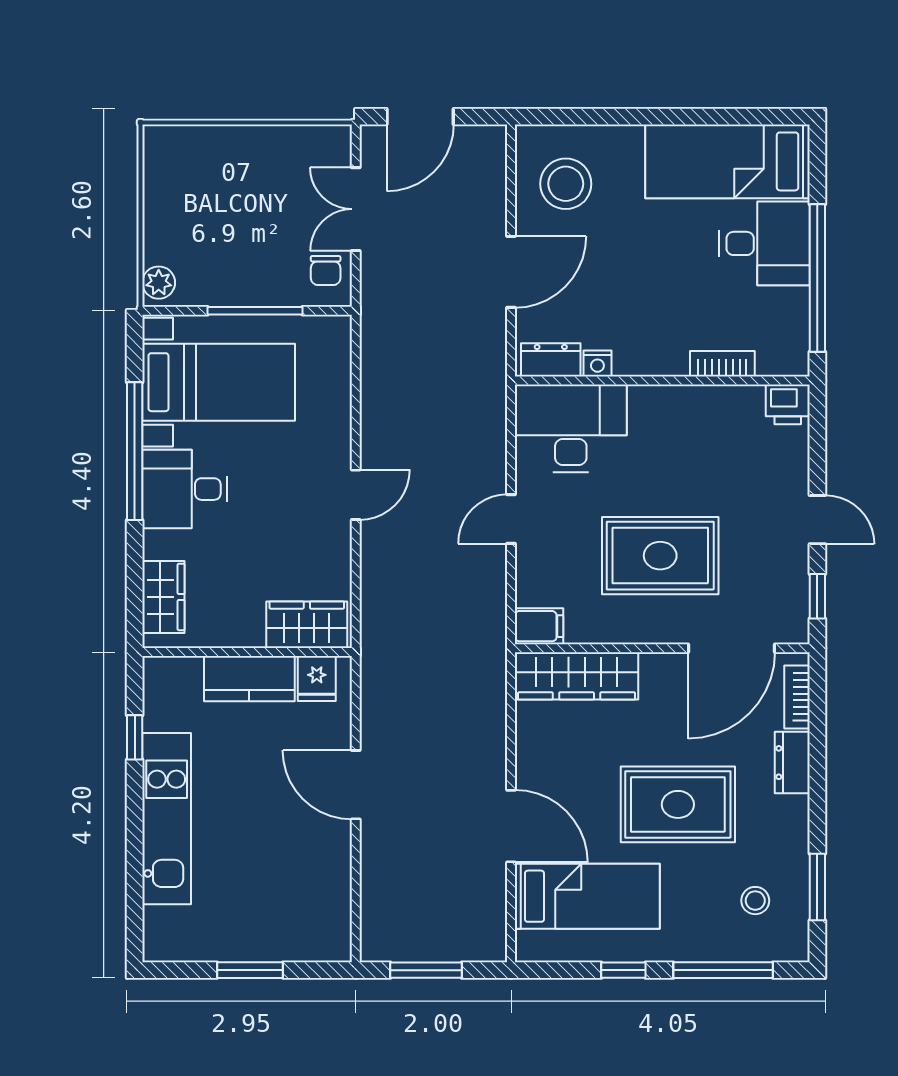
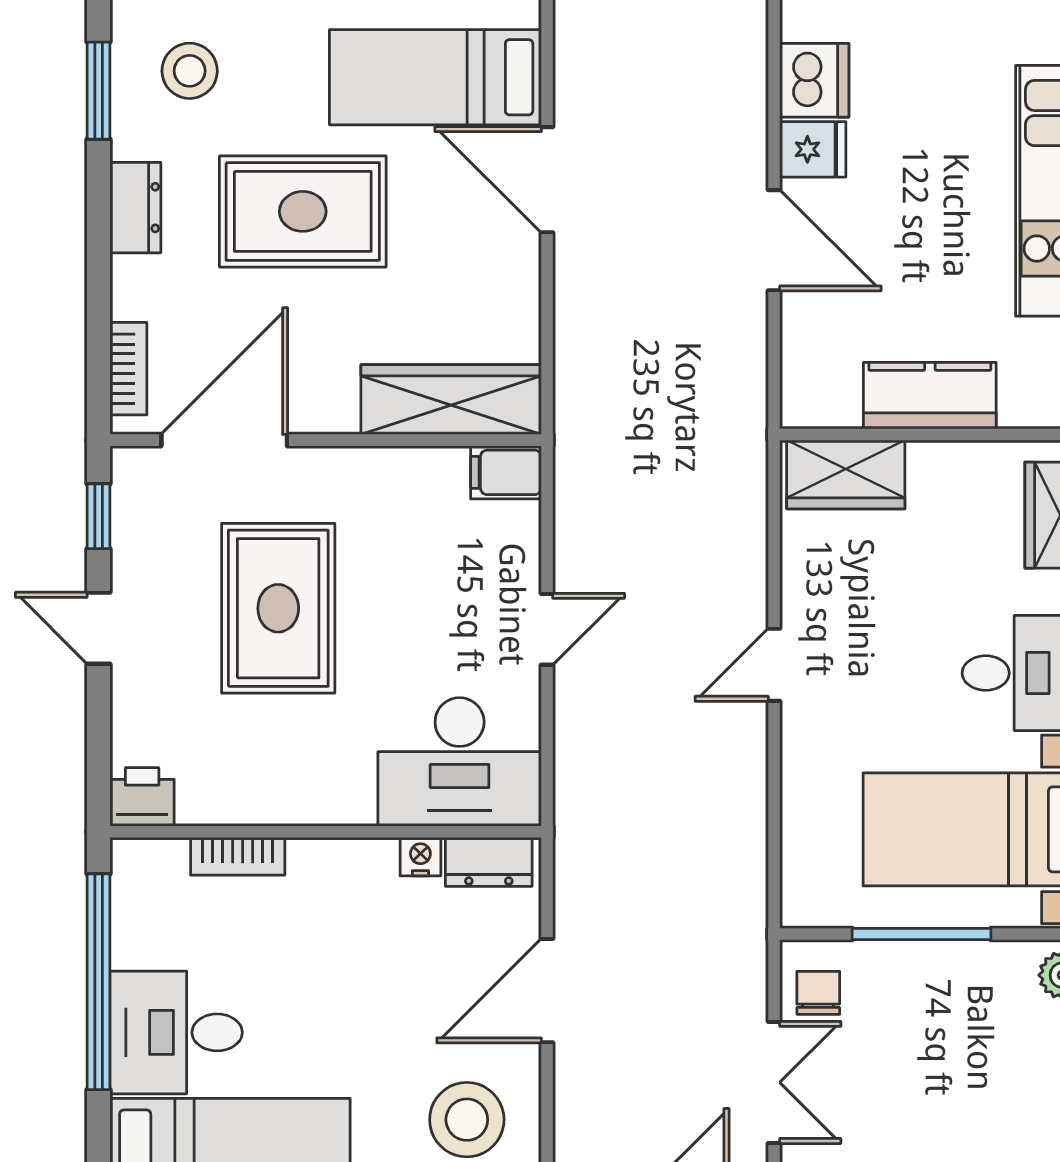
rug: (660, 556) -> (278, 608), moved, turned 90
fridge: (317, 678) -> (813, 149), moved, turned 90
dresser: (792, 763) -> (135, 208), moved
dishwasher: (328, 894) -> (814, 80), added
stool: (755, 901) -> (190, 71), width x1.37, depth x1.37

